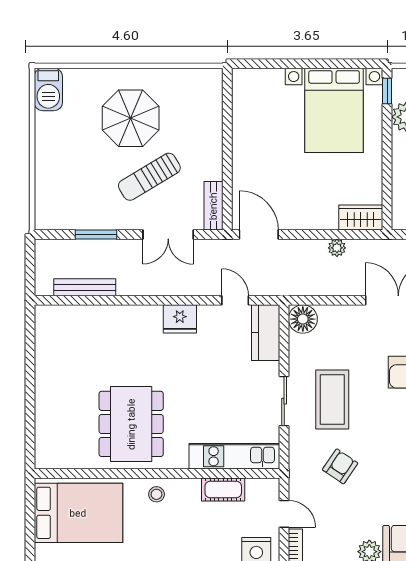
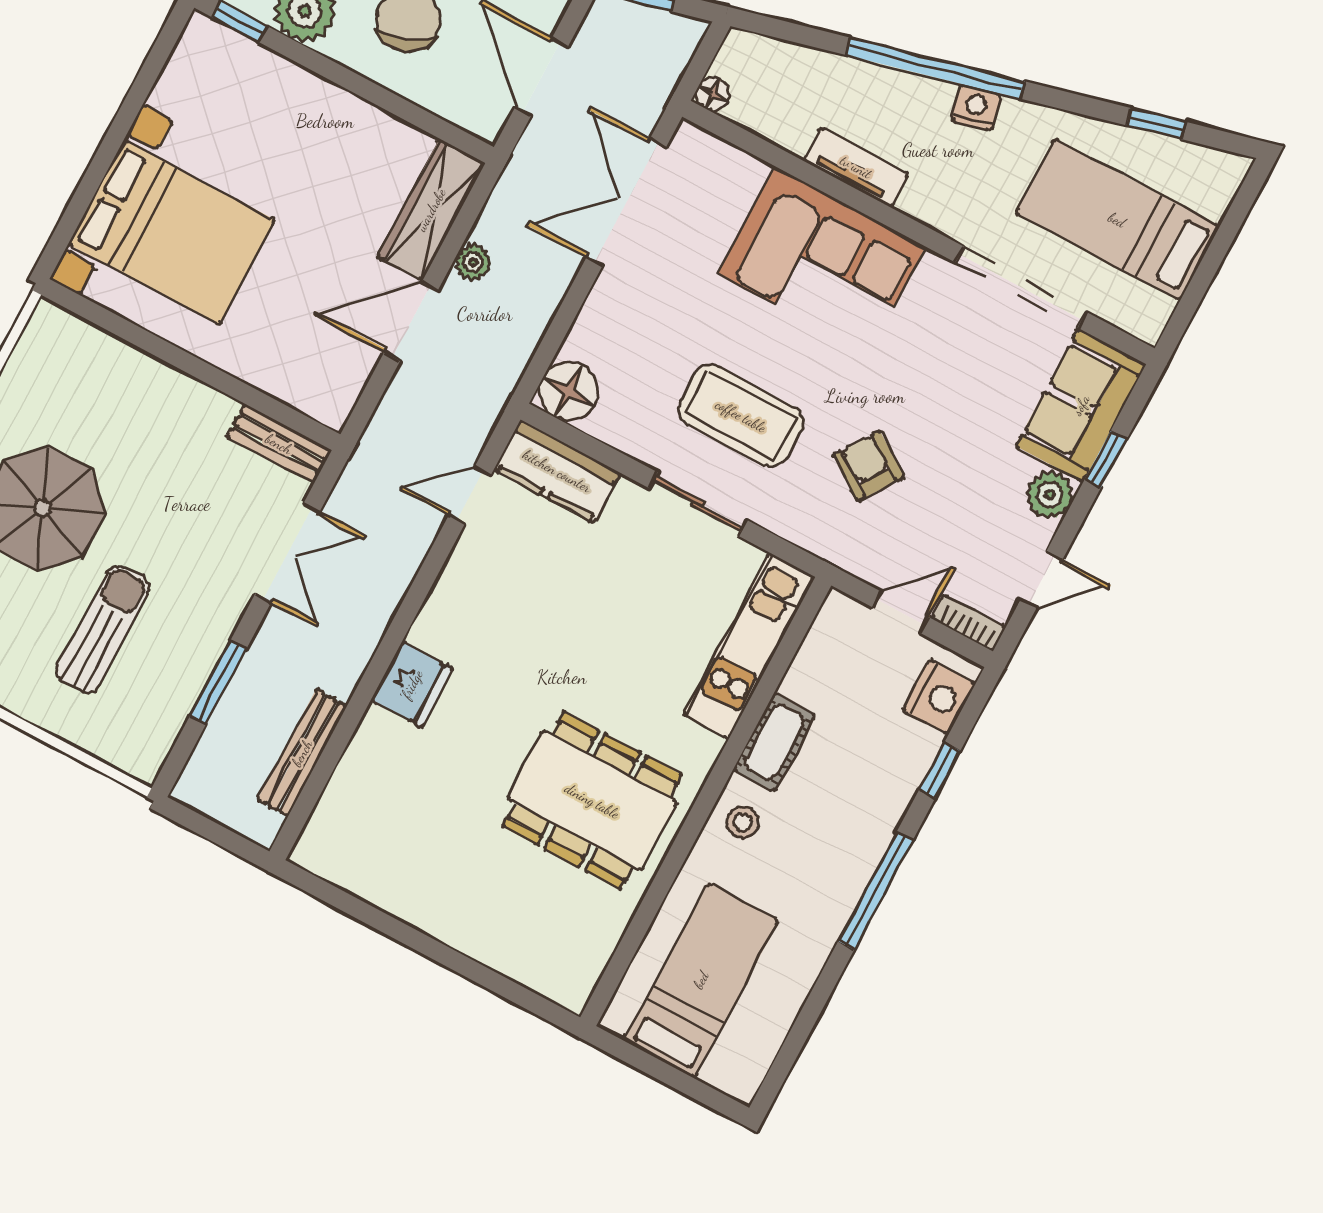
bed with nightstands: (334, 110) -> (172, 232), moved
sun lounger: (149, 177) -> (103, 629), moved, turned -149
wardrobe: (361, 218) -> (431, 210), width x1.50
door: (259, 235) -> (411, 322), moved
fridge: (180, 319) -> (412, 684), moved
cot: (223, 489) -> (774, 742), moved
bed: (78, 513) -> (701, 980), width x0.67

